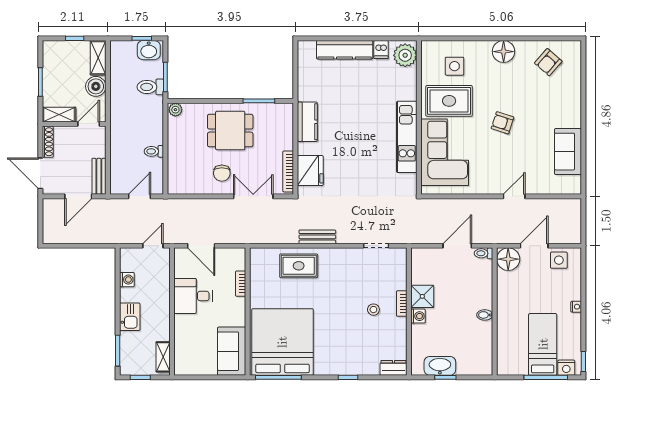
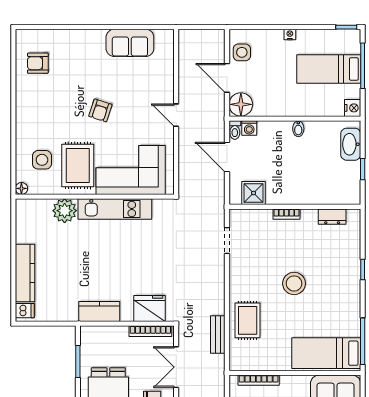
dishwasher: (381, 50) -> (25, 311), moved
floor lamp: (504, 52) -> (21, 188), moved, width x0.53, depth x0.53
plant: (405, 55) -> (65, 211), moved
armchair: (548, 62) -> (38, 63), turned 139
door: (514, 196) -> (176, 115), moved
bench: (317, 237) -> (218, 334), moved
bookcase: (241, 284) -> (259, 380), width x1.56
shower: (422, 296) -> (254, 193), moved
stool: (373, 310) -> (294, 283), moved, width x1.89, depth x1.89
washing machine: (418, 316) -> (249, 128), moved, turned 180
bed: (282, 342) -> (326, 353), width x0.49
washbasin: (440, 366) -> (351, 144), moved
dresser: (394, 368) -> (332, 217), moved, turned -90
nightstand: (566, 368) -> (353, 108), moved

